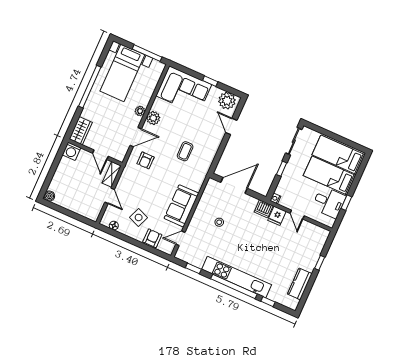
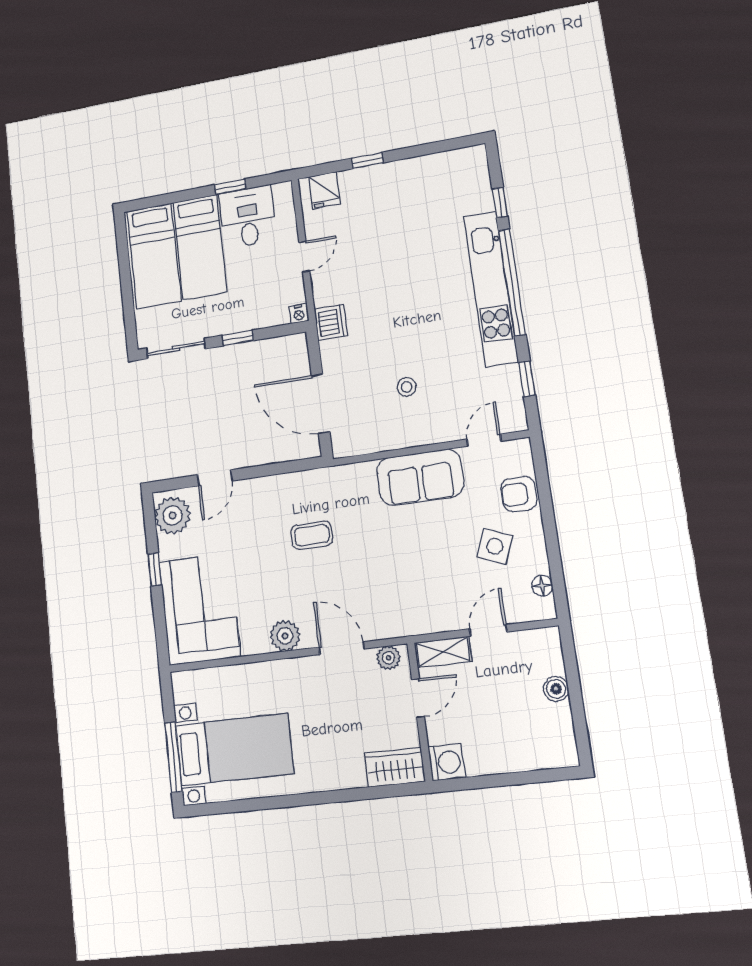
window: (147, 53) -> (173, 757), moved
window: (90, 87) -> (298, 800), removed
plant: (140, 111) -> (388, 658), moved
armchair: (146, 160) -> (375, 601), removed
boiler: (49, 196) -> (556, 689), moved
fridge: (277, 216) -> (324, 190), moved, turned 90
door: (180, 238) -> (484, 440), swing flipped
kitchen counter: (300, 284) -> (429, 169), removed

